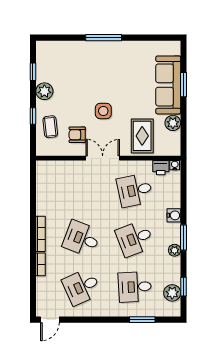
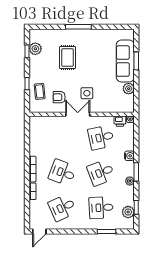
plant: (44, 91) -> (35, 49), moved
side table: (103, 111) -> (87, 93), moved
rug: (142, 136) -> (68, 58), moved

